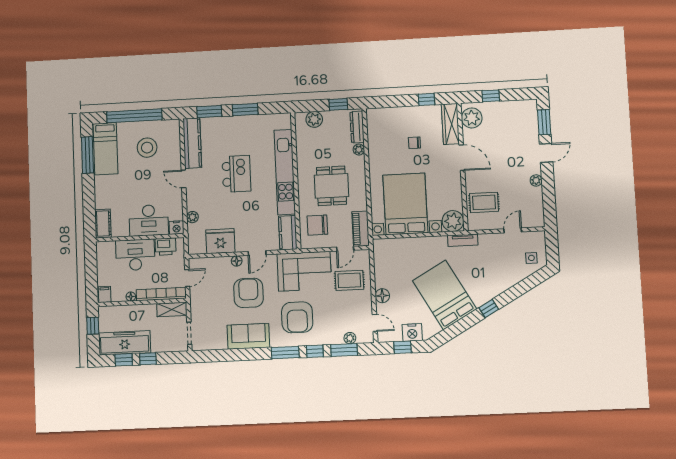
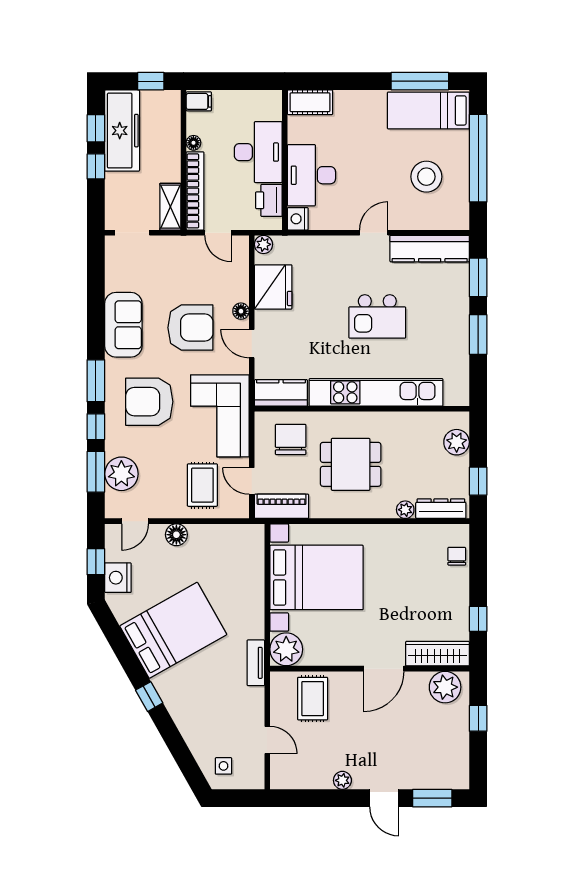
chair: (414, 143) -> (457, 556), moved
plant: (192, 217) -> (264, 244), moved
plant: (350, 338) -> (121, 474), width x1.87, depth x1.87

